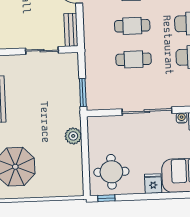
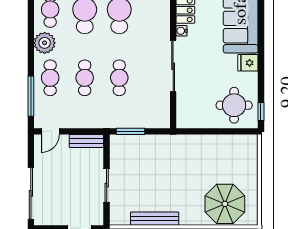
sliding door: (42, 51) -> (107, 185), moved
window: (83, 93) -> (130, 131), moved
plant: (73, 136) -> (196, 143), removed

